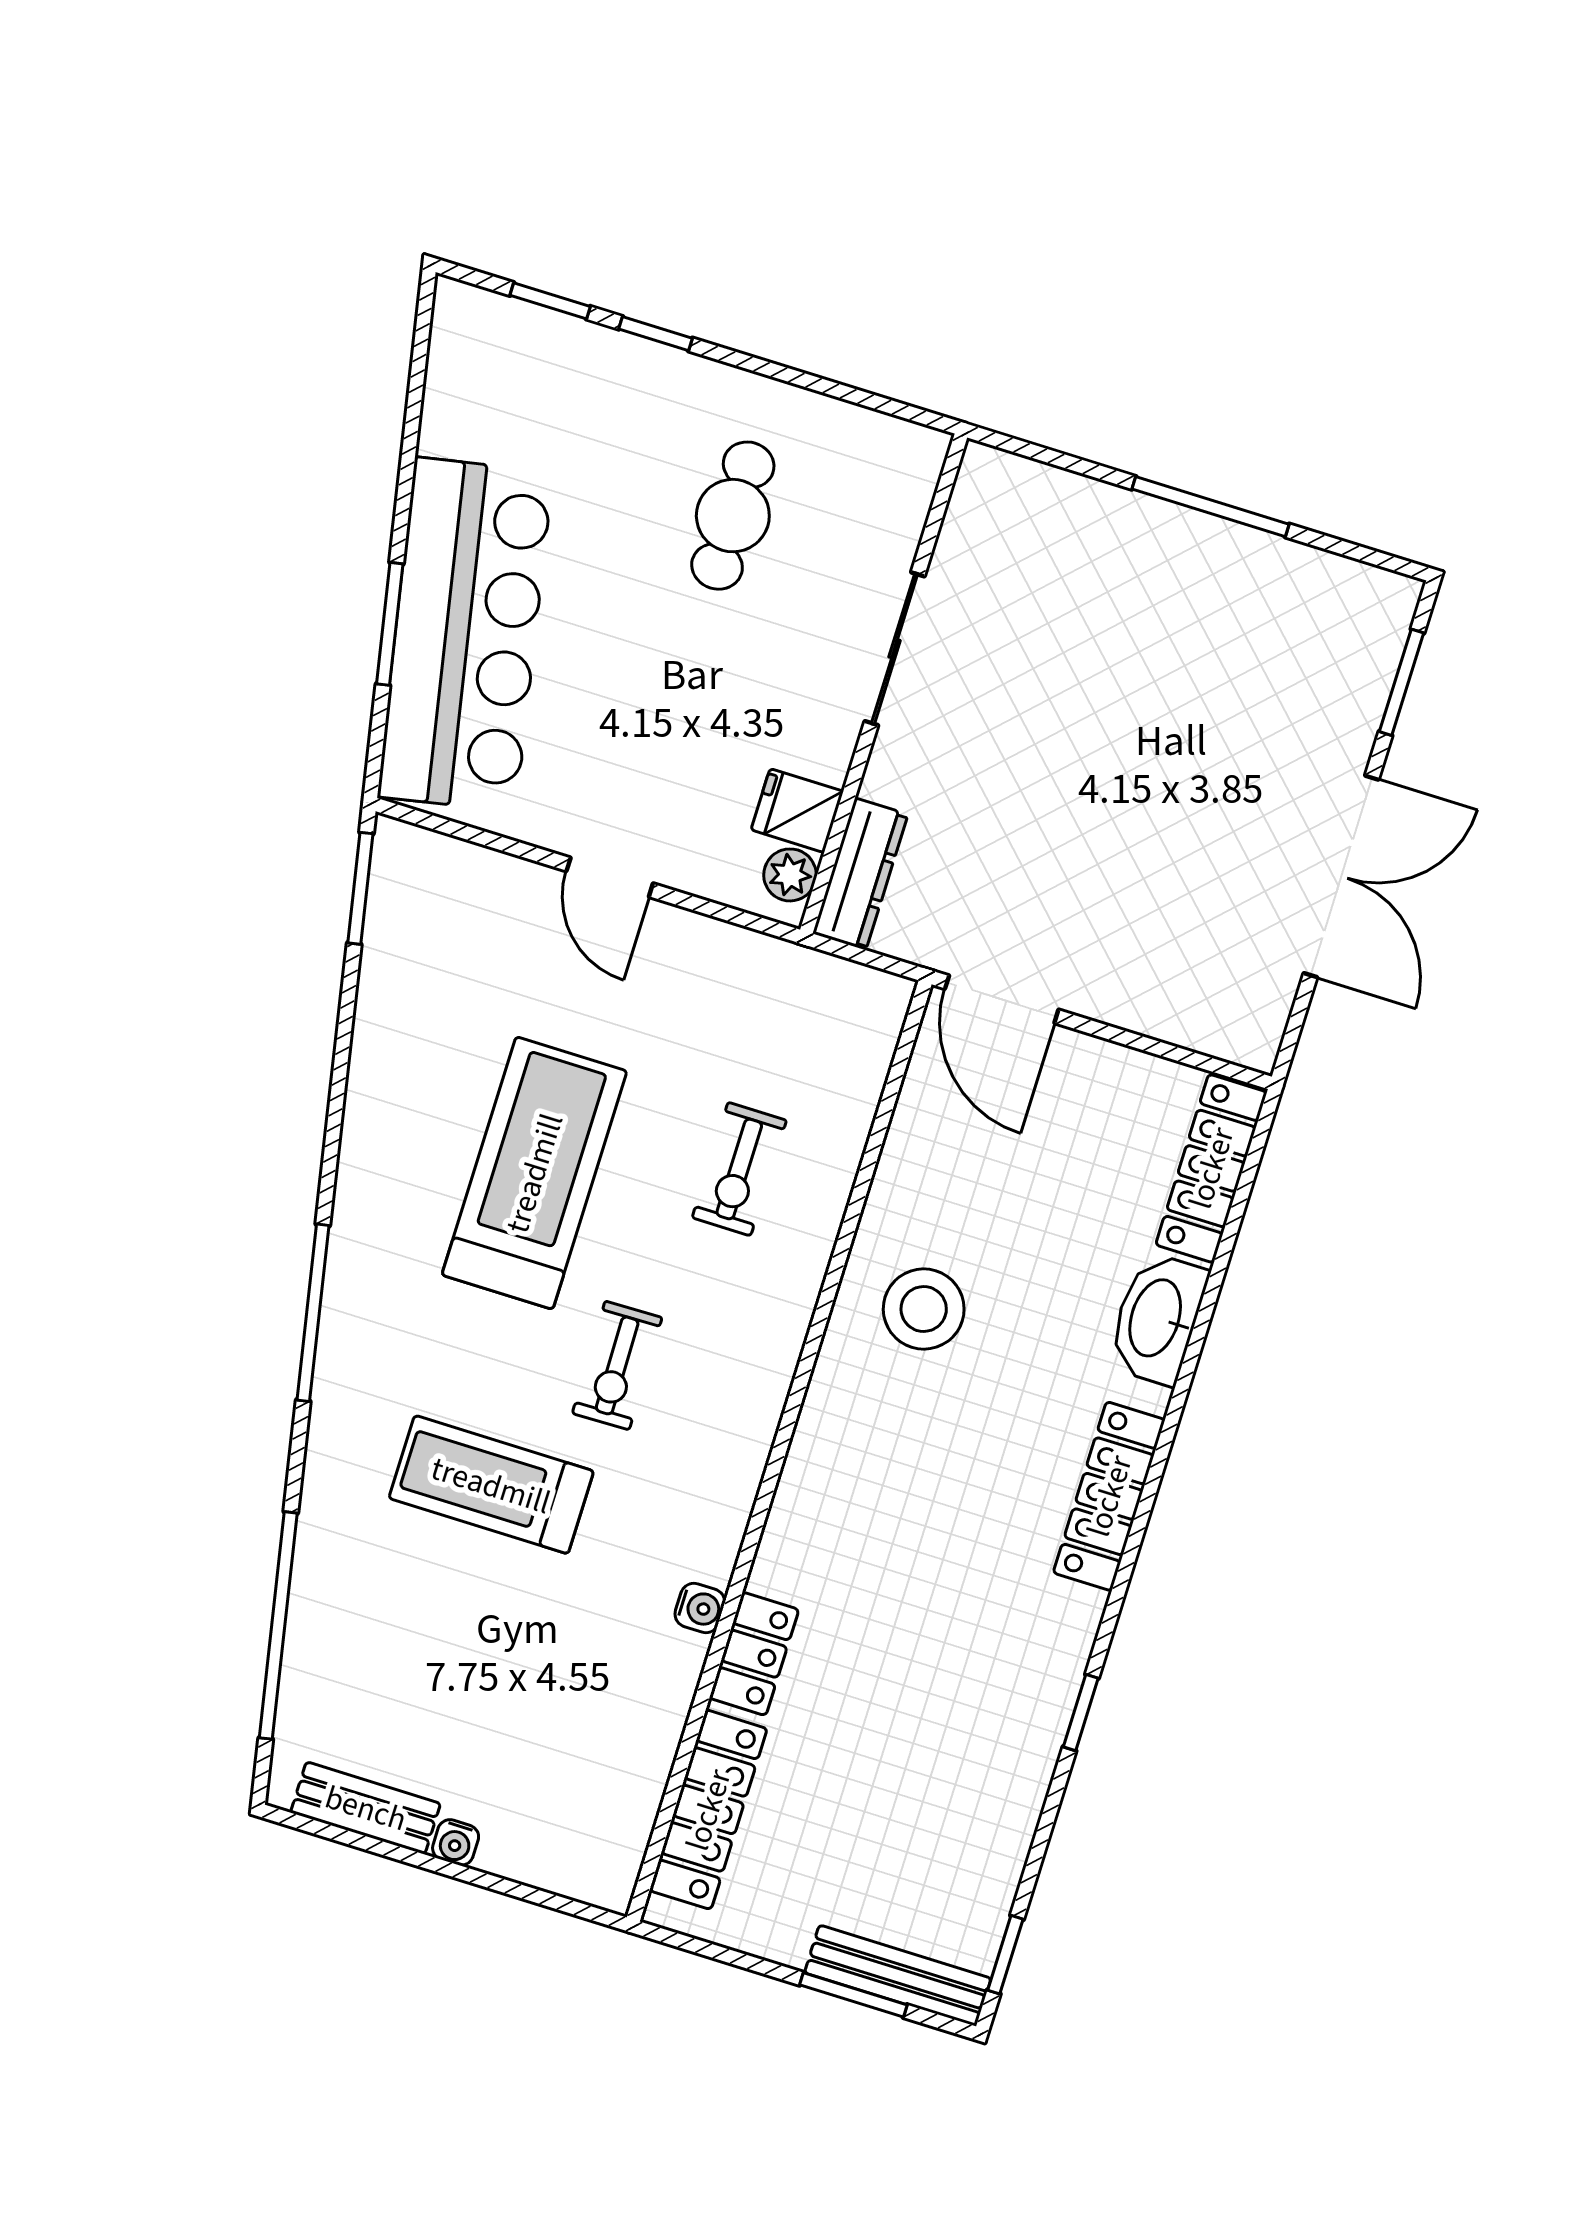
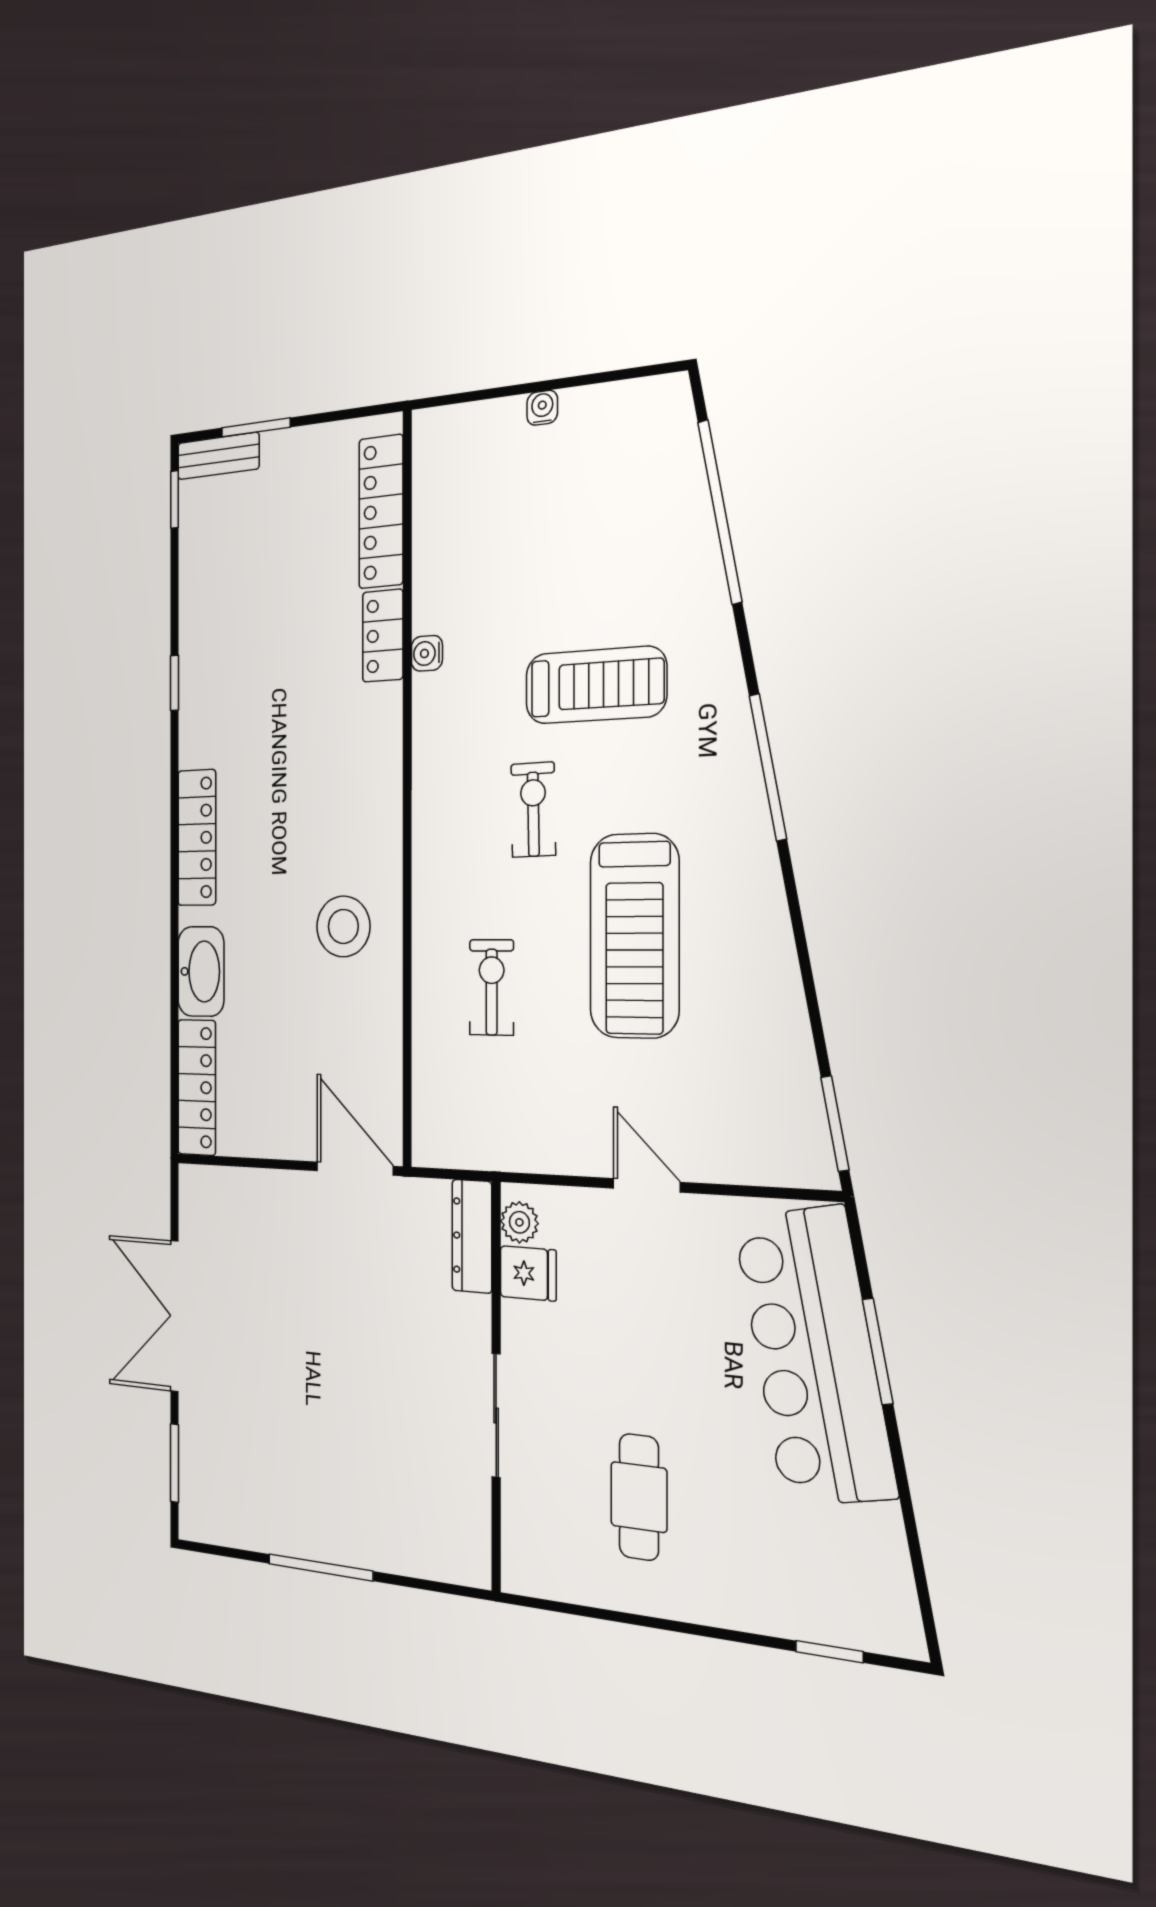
window: (655, 334) -> (739, 1637), removed
bench: (366, 1808) -> (613, 403), removed
bench: (898, 1976) -> (218, 456), width x0.73

